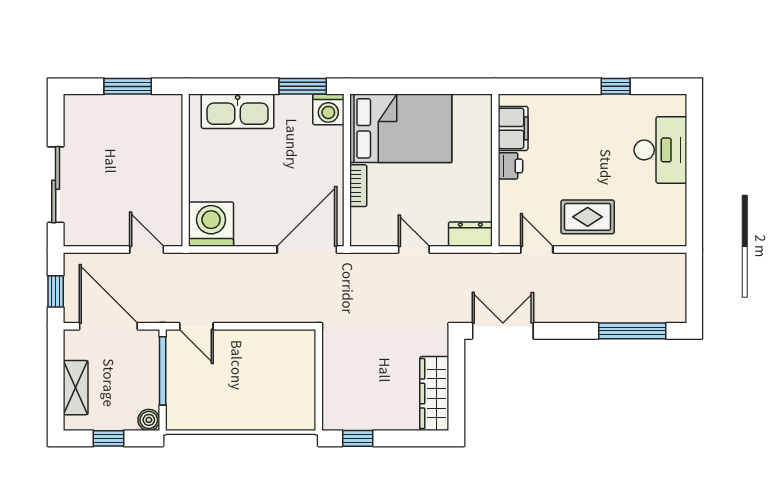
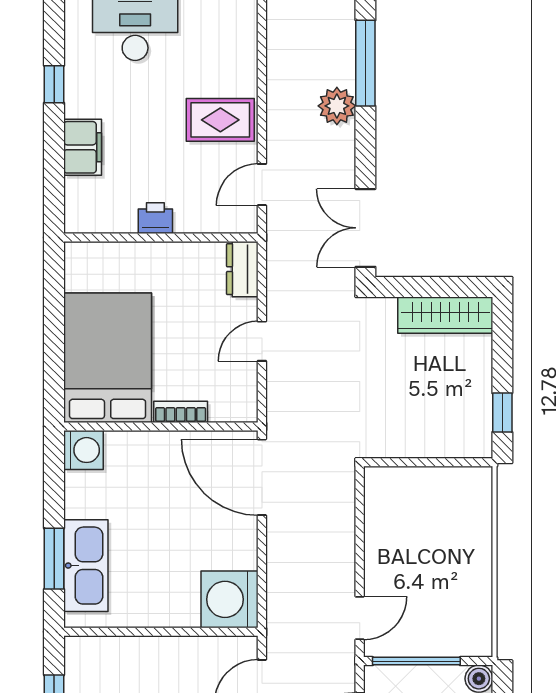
window: (303, 86) -> (54, 559), moved
filing cabinet: (513, 128) -> (83, 147), moved, turned 90
rug: (588, 217) -> (220, 120), turned 90
plant: (599, 308) -> (337, 106), added

